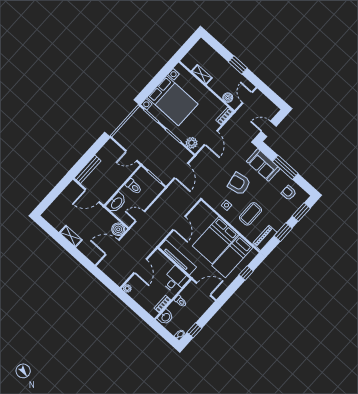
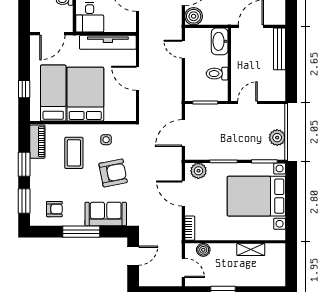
plant: (132, 122) -> (277, 138), added
door: (181, 171) -> (183, 133), hinge flipped
door: (140, 216) -> (183, 49), swing flipped

